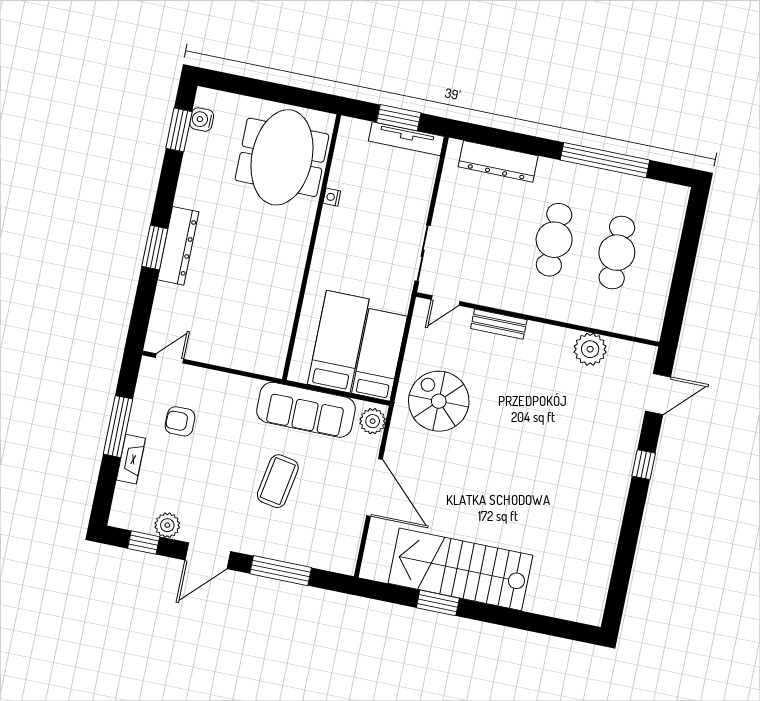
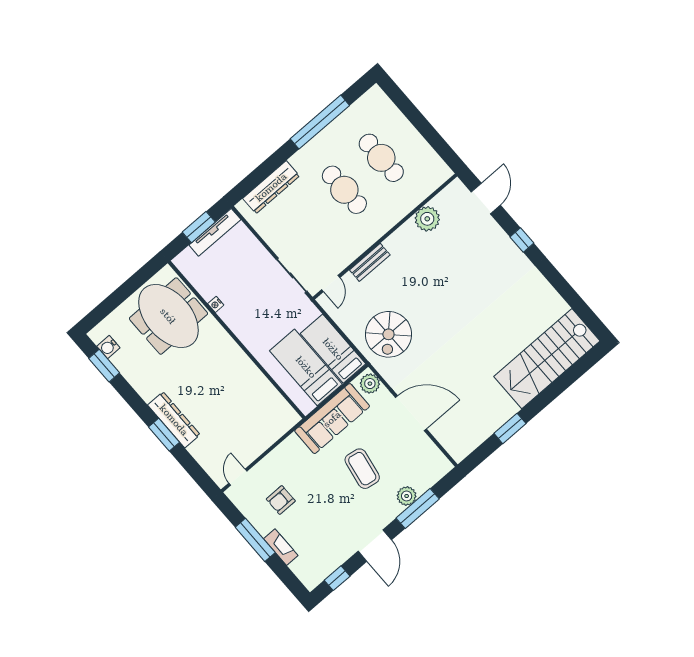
spiral stairs: (439, 401) -> (388, 334), turned -90
plant: (167, 525) -> (407, 496), moved
stairs: (460, 569) -> (547, 359), moved

